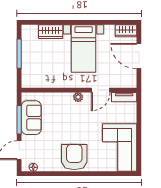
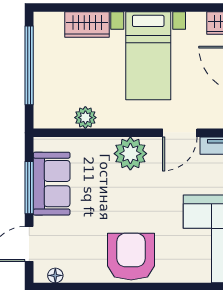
window: (19, 54) -> (29, 65), width x1.46
plant: (50, 82) -> (85, 118), added
plant: (78, 97) -> (130, 154), width x1.87, depth x1.87

